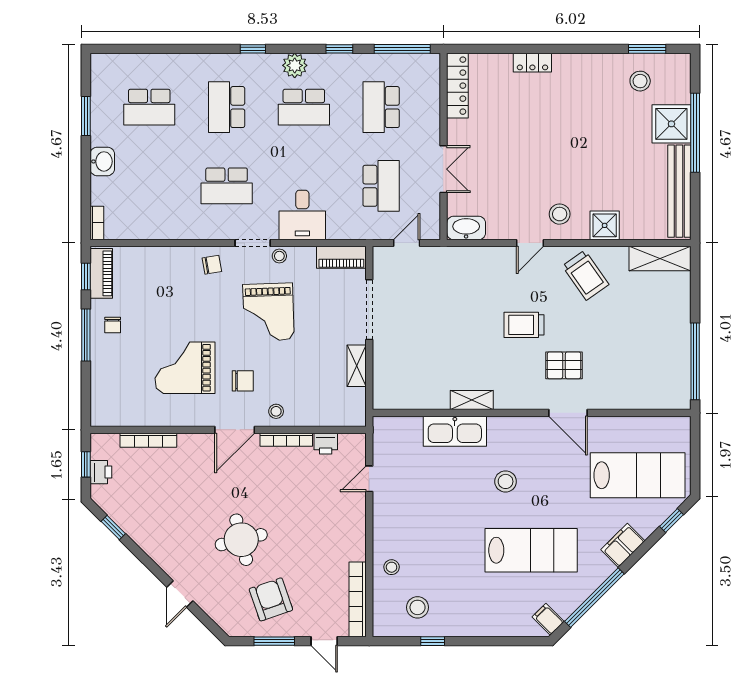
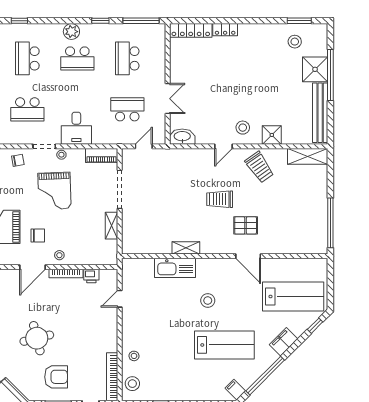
window: (253, 49) -> (19, 21), moved
locker: (457, 86) -> (191, 30), moved, turned 90
school desk: (381, 186) -> (127, 109), turned -90
armchair: (271, 599) -> (56, 377), turned 109
stool: (418, 607) -> (132, 384), moved

